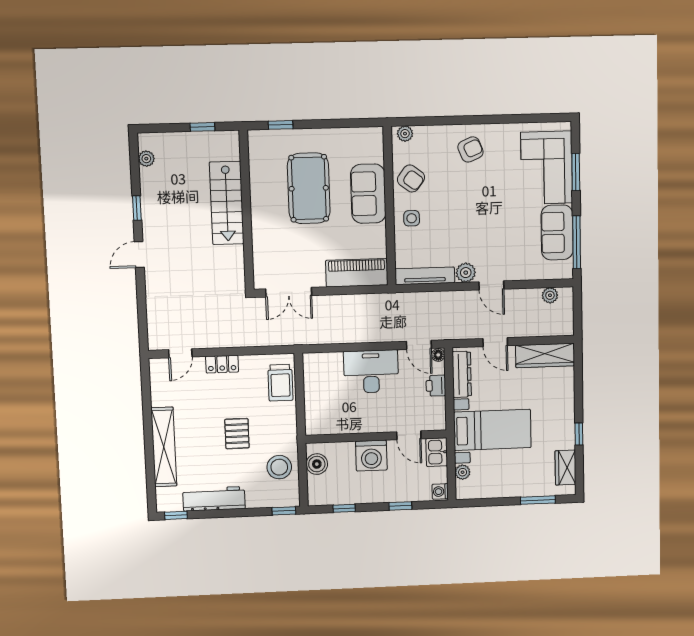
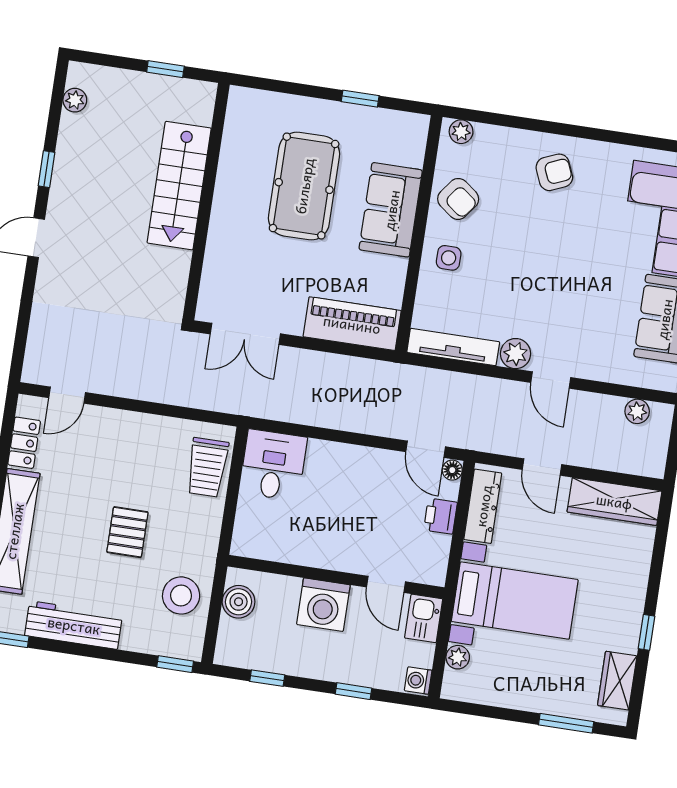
window: (281, 125) -> (360, 99), moved
locker: (222, 364) -> (24, 443), moved, turned -90
desk: (371, 371) -> (273, 465), moved, width x0.73

